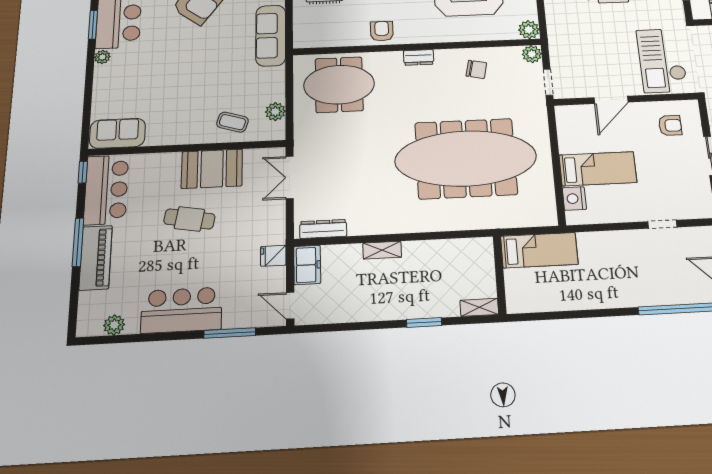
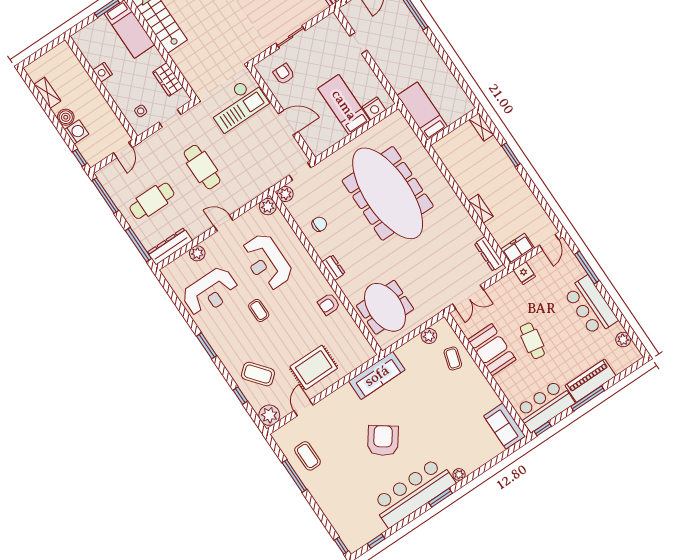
chair: (476, 69) -> (319, 224), turned 78

